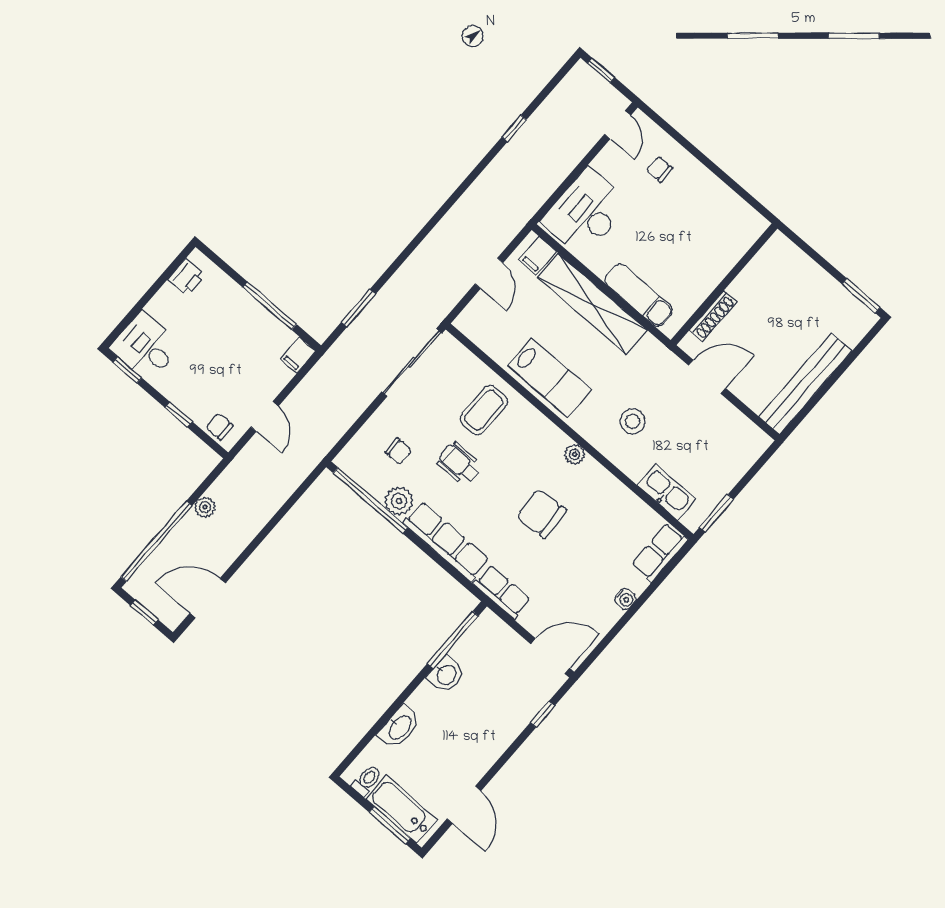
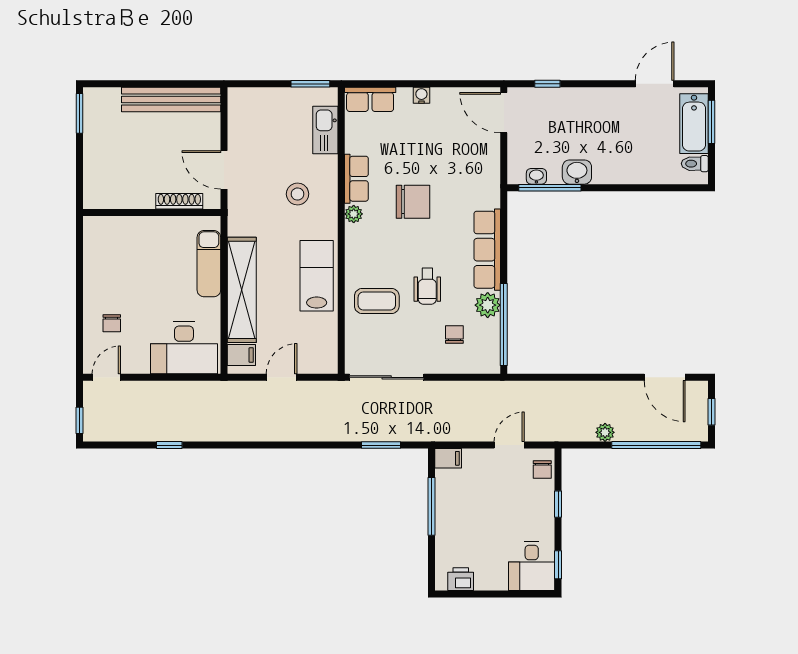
chair: (541, 514) -> (413, 202), turned -86
row of seats: (502, 592) -> (356, 179), moved, turned 180
washbasin: (399, 727) -> (536, 176), moved, width x0.52, depth x0.69

